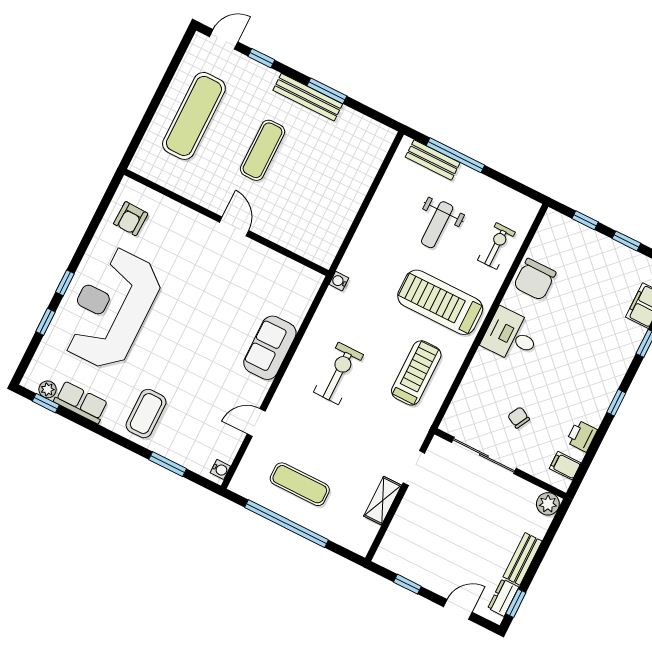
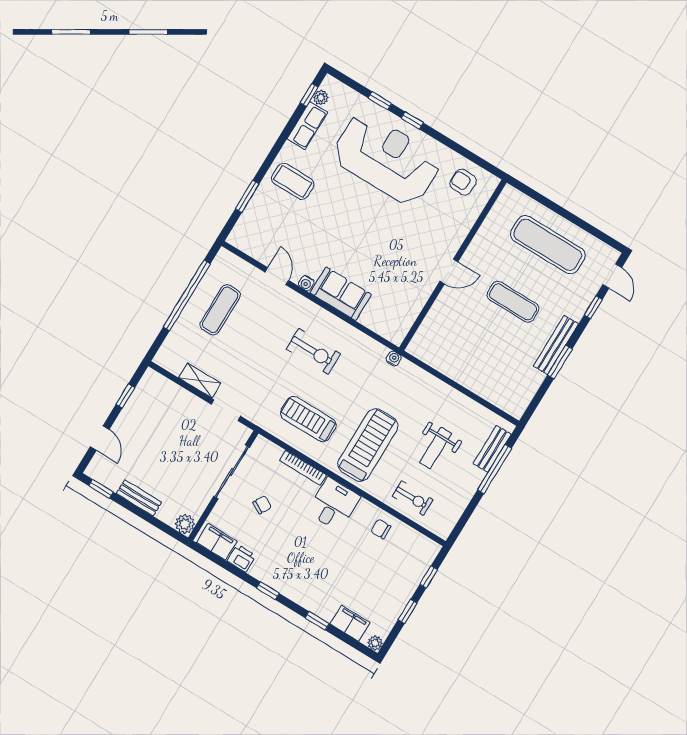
weight bench: (437, 225) -> (436, 448), turned -90
chair: (535, 279) -> (381, 529), width x0.54, depth x0.54
treadmill: (416, 373) -> (308, 419), turned 180
bookcase: (472, 374) -> (303, 468), added
filing cabinet: (565, 466) -> (217, 542), width x2.00
water cooler: (220, 469) -> (306, 283), moved
dresser: (503, 598) -> (107, 478), removed

